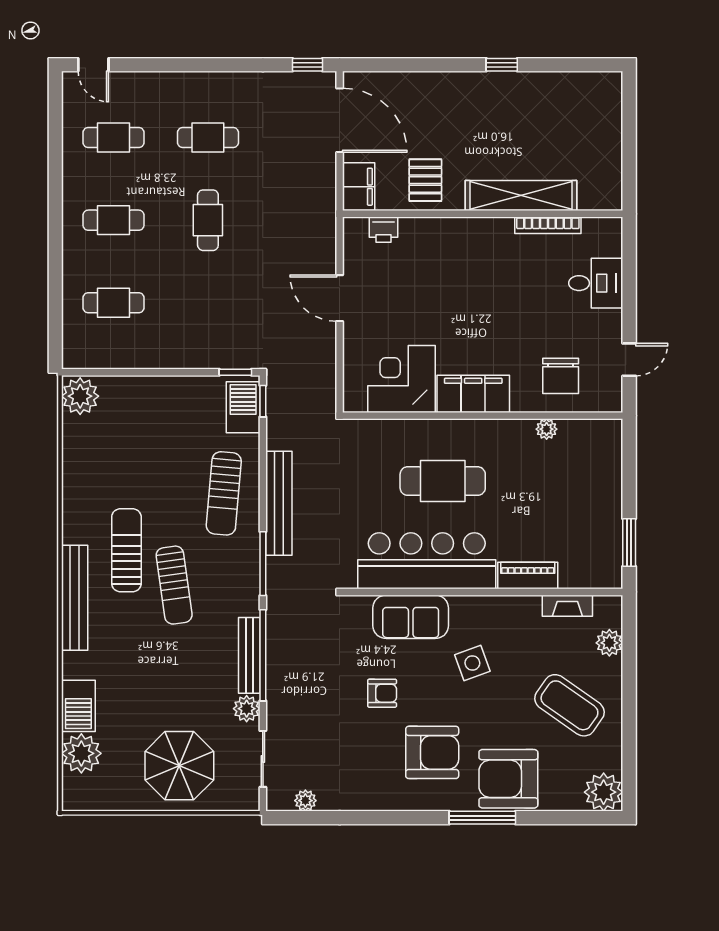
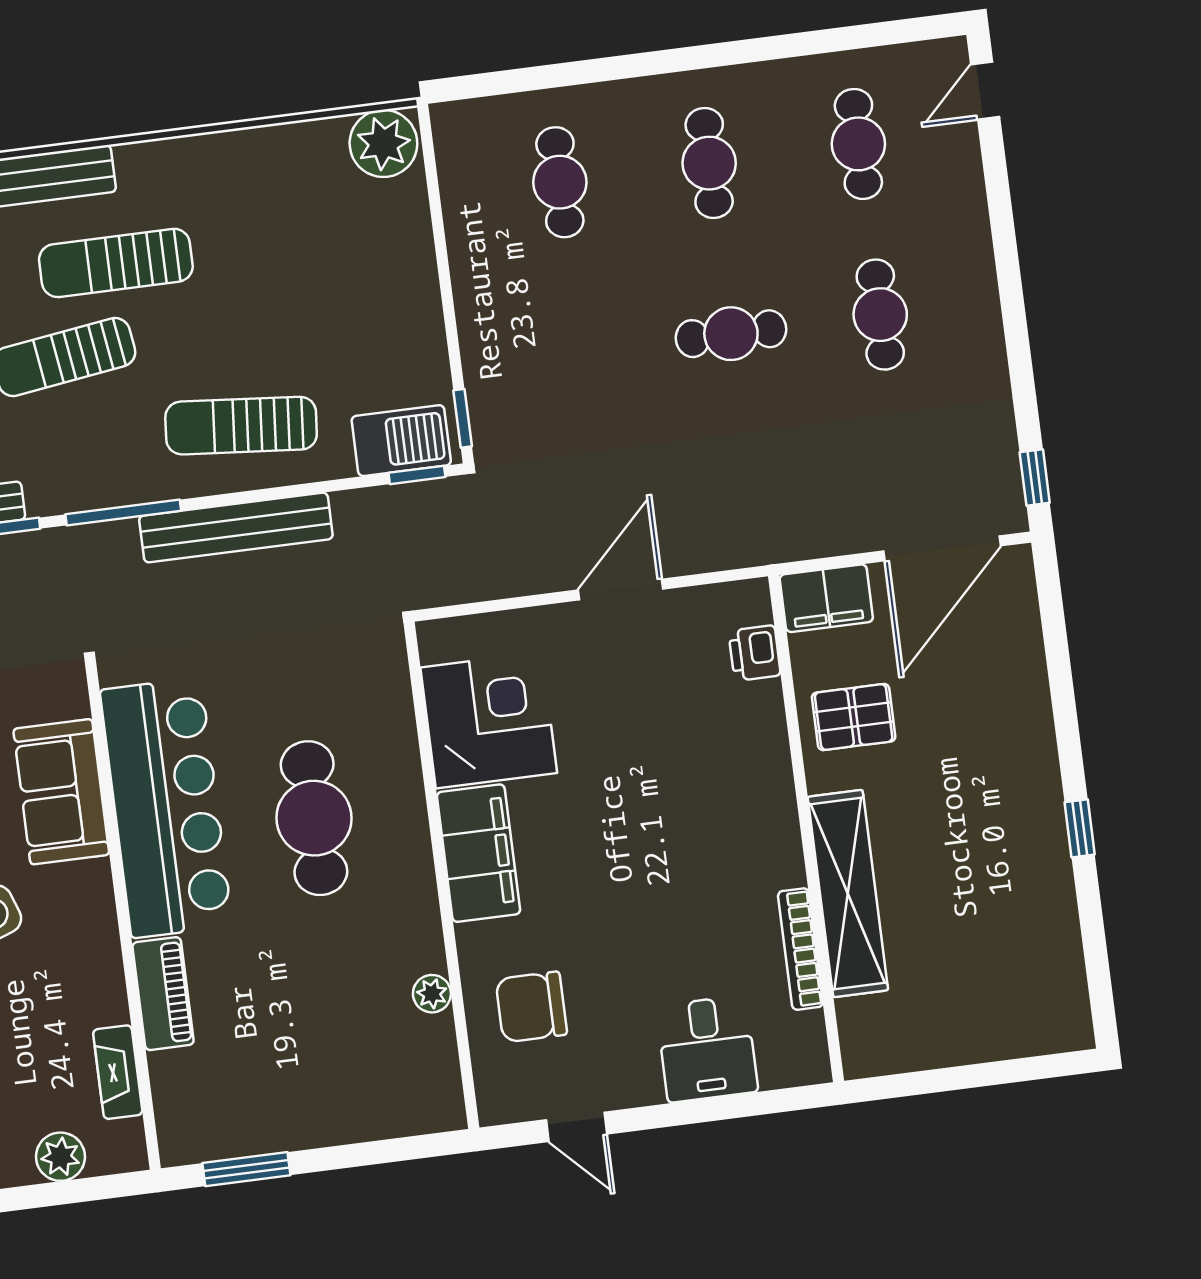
sun lounger: (126, 550) -> (116, 263), turned 180

